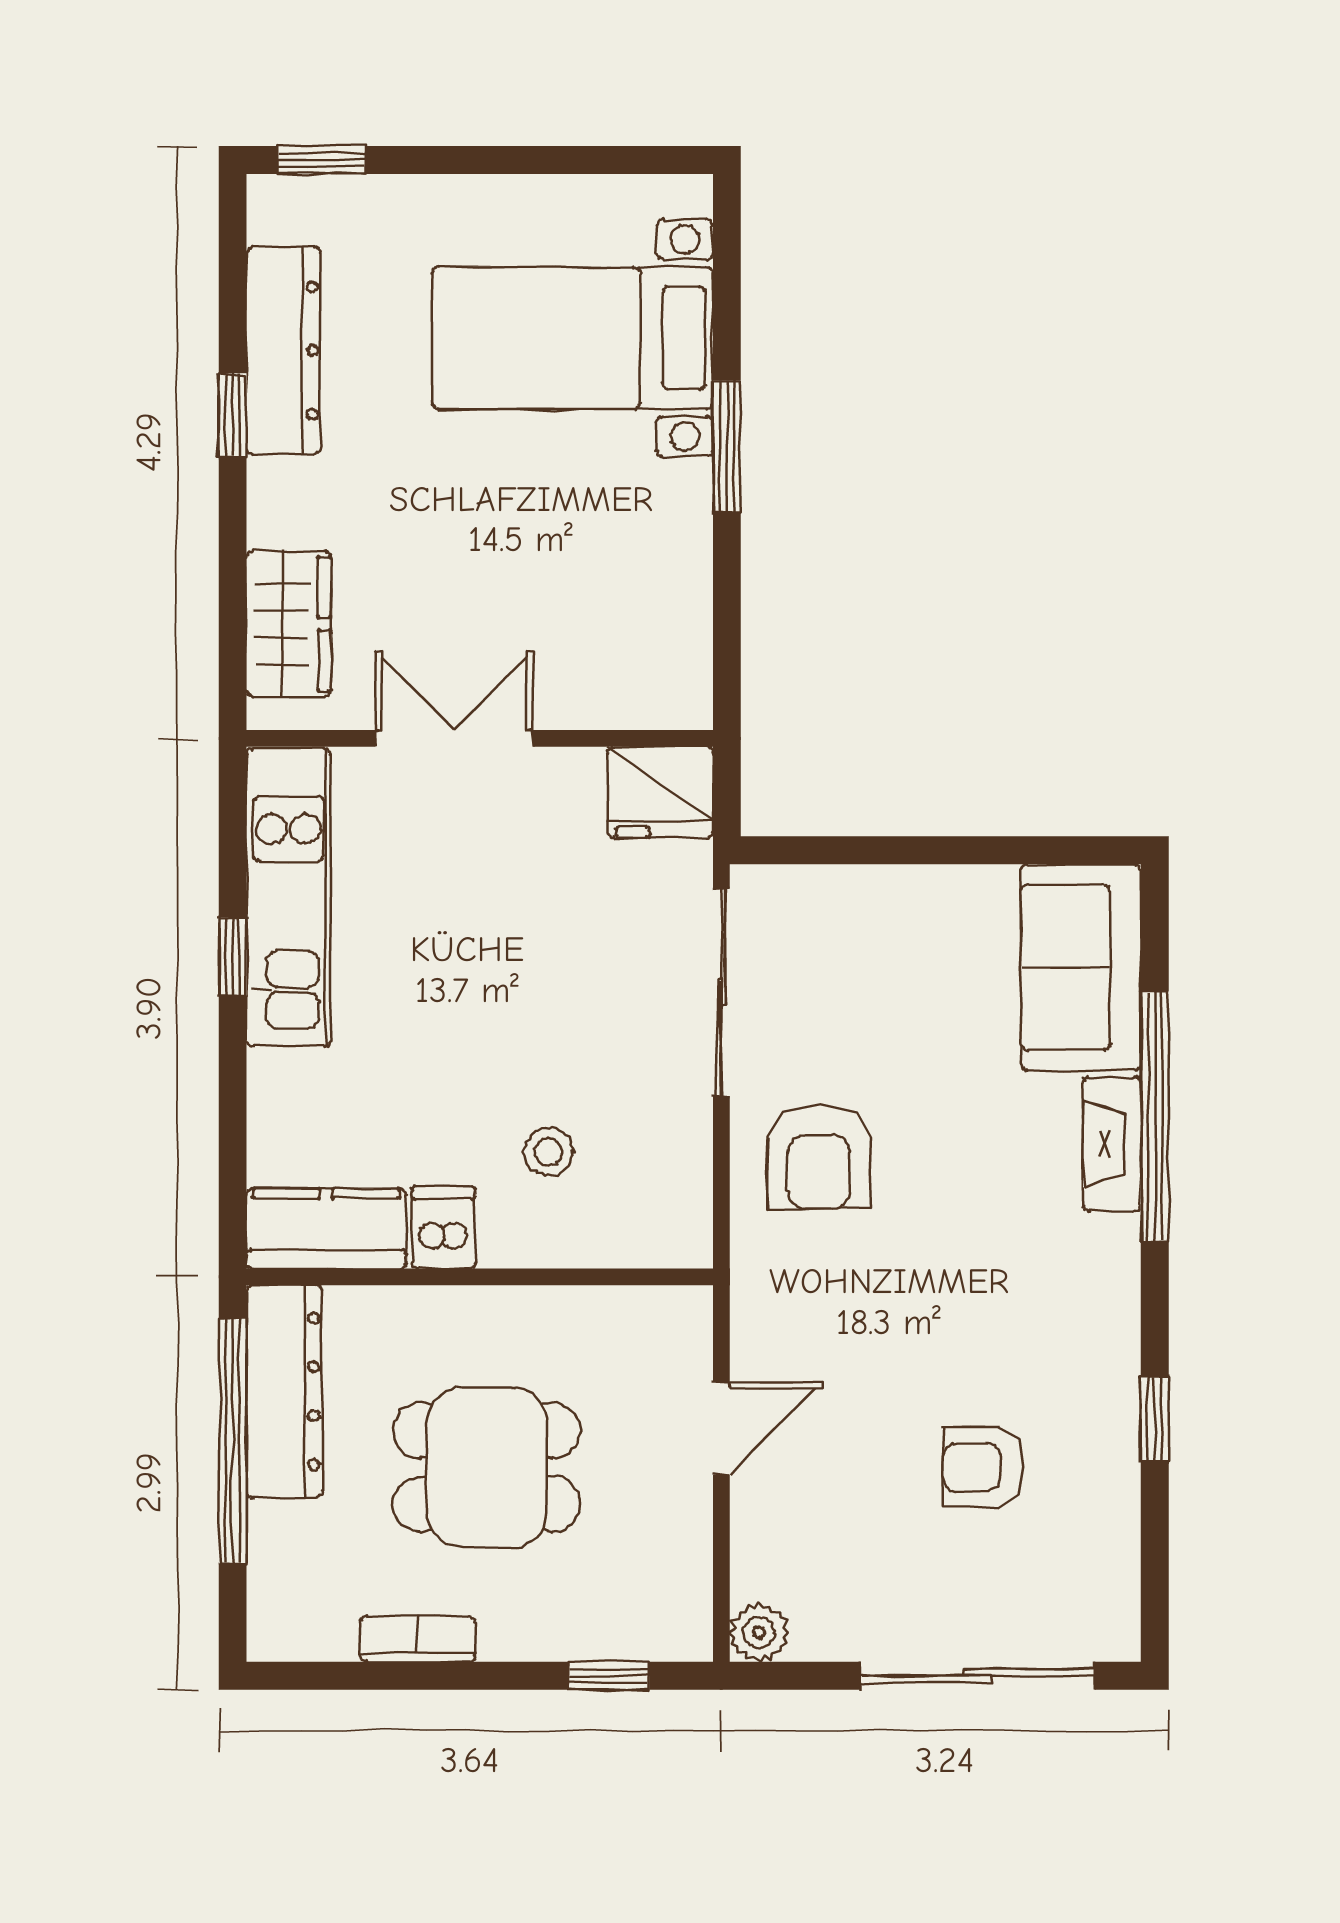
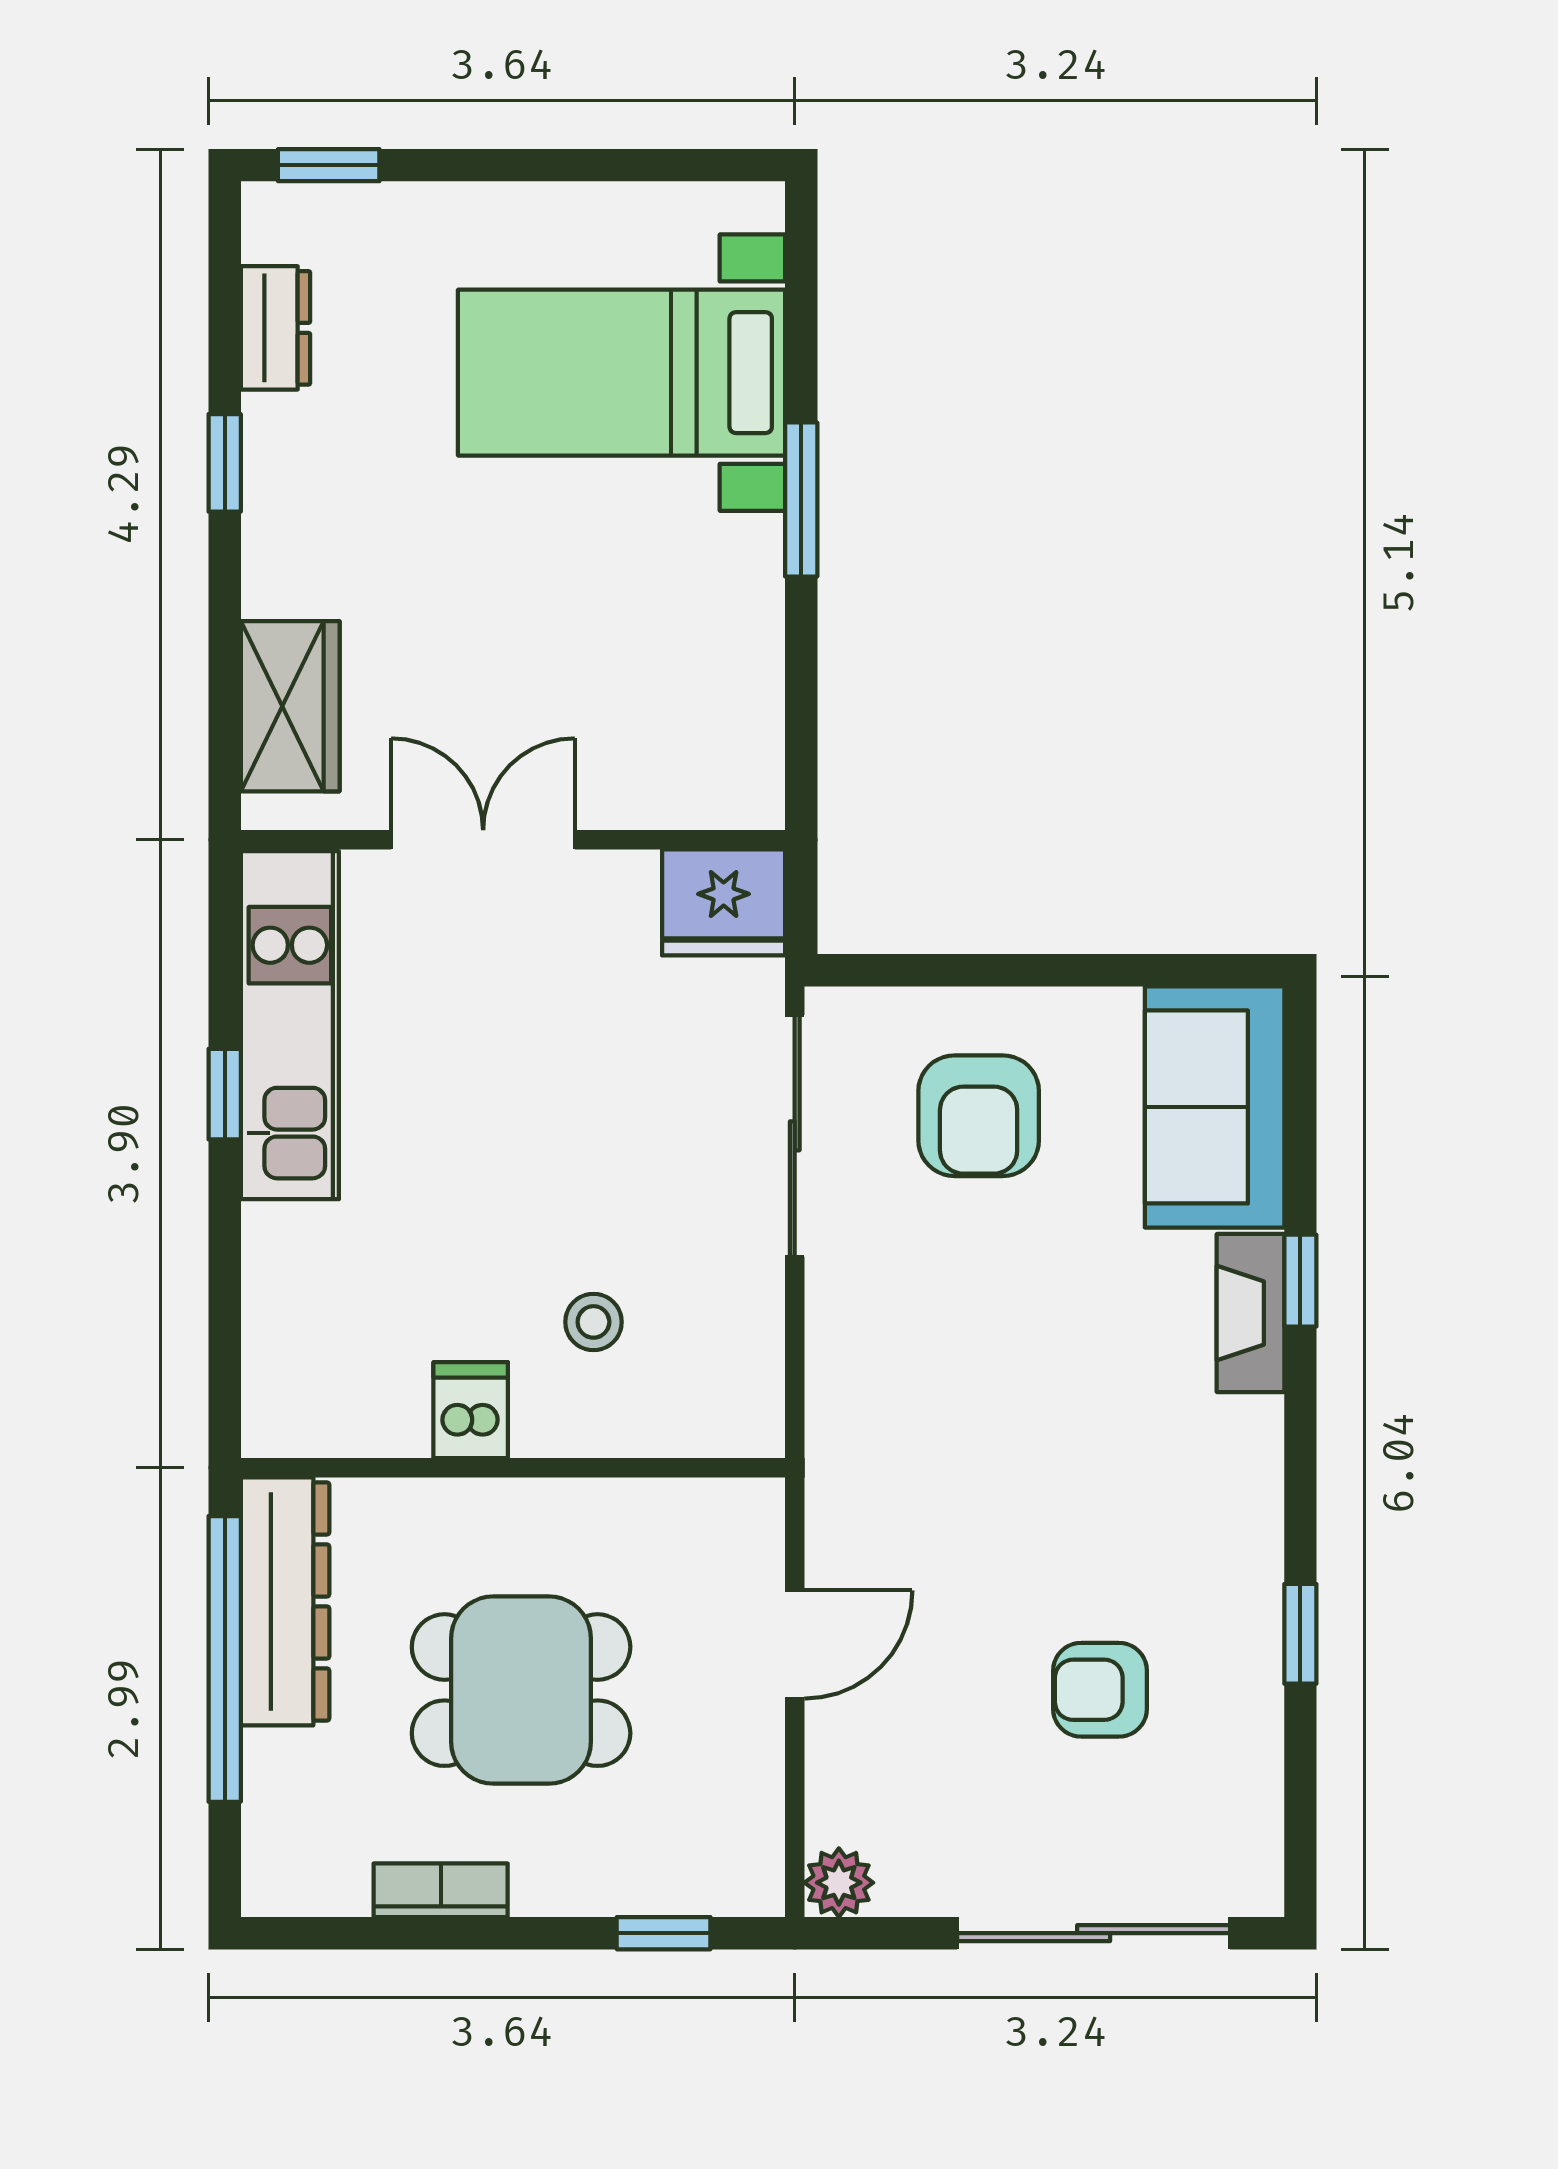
dresser: (283, 350) -> (276, 328), width x0.51, depth x0.80
window: (1155, 1116) -> (1300, 1281), width x0.32
armchair: (819, 1157) -> (979, 1116), moved
kitchen counter: (326, 1229) -> (334, 1412), removed

